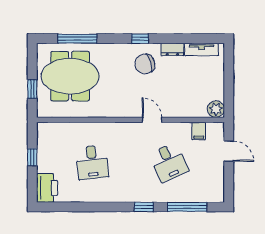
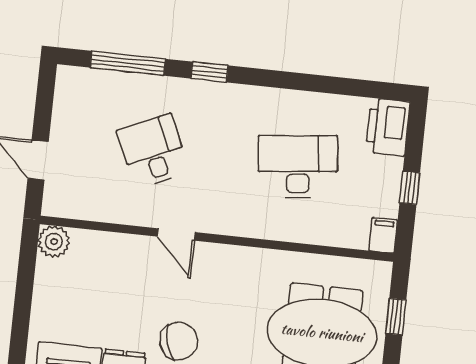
filing cabinet: (199, 131) -> (383, 235), moved
desk: (92, 162) -> (298, 167), width x1.37

